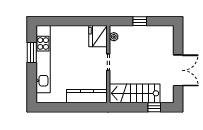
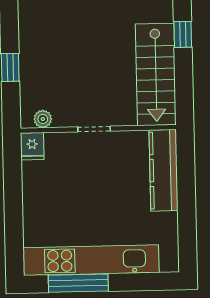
fridge: (98, 36) -> (32, 146), width x0.53, depth x0.75
window: (32, 52) -> (78, 283), width x1.44

